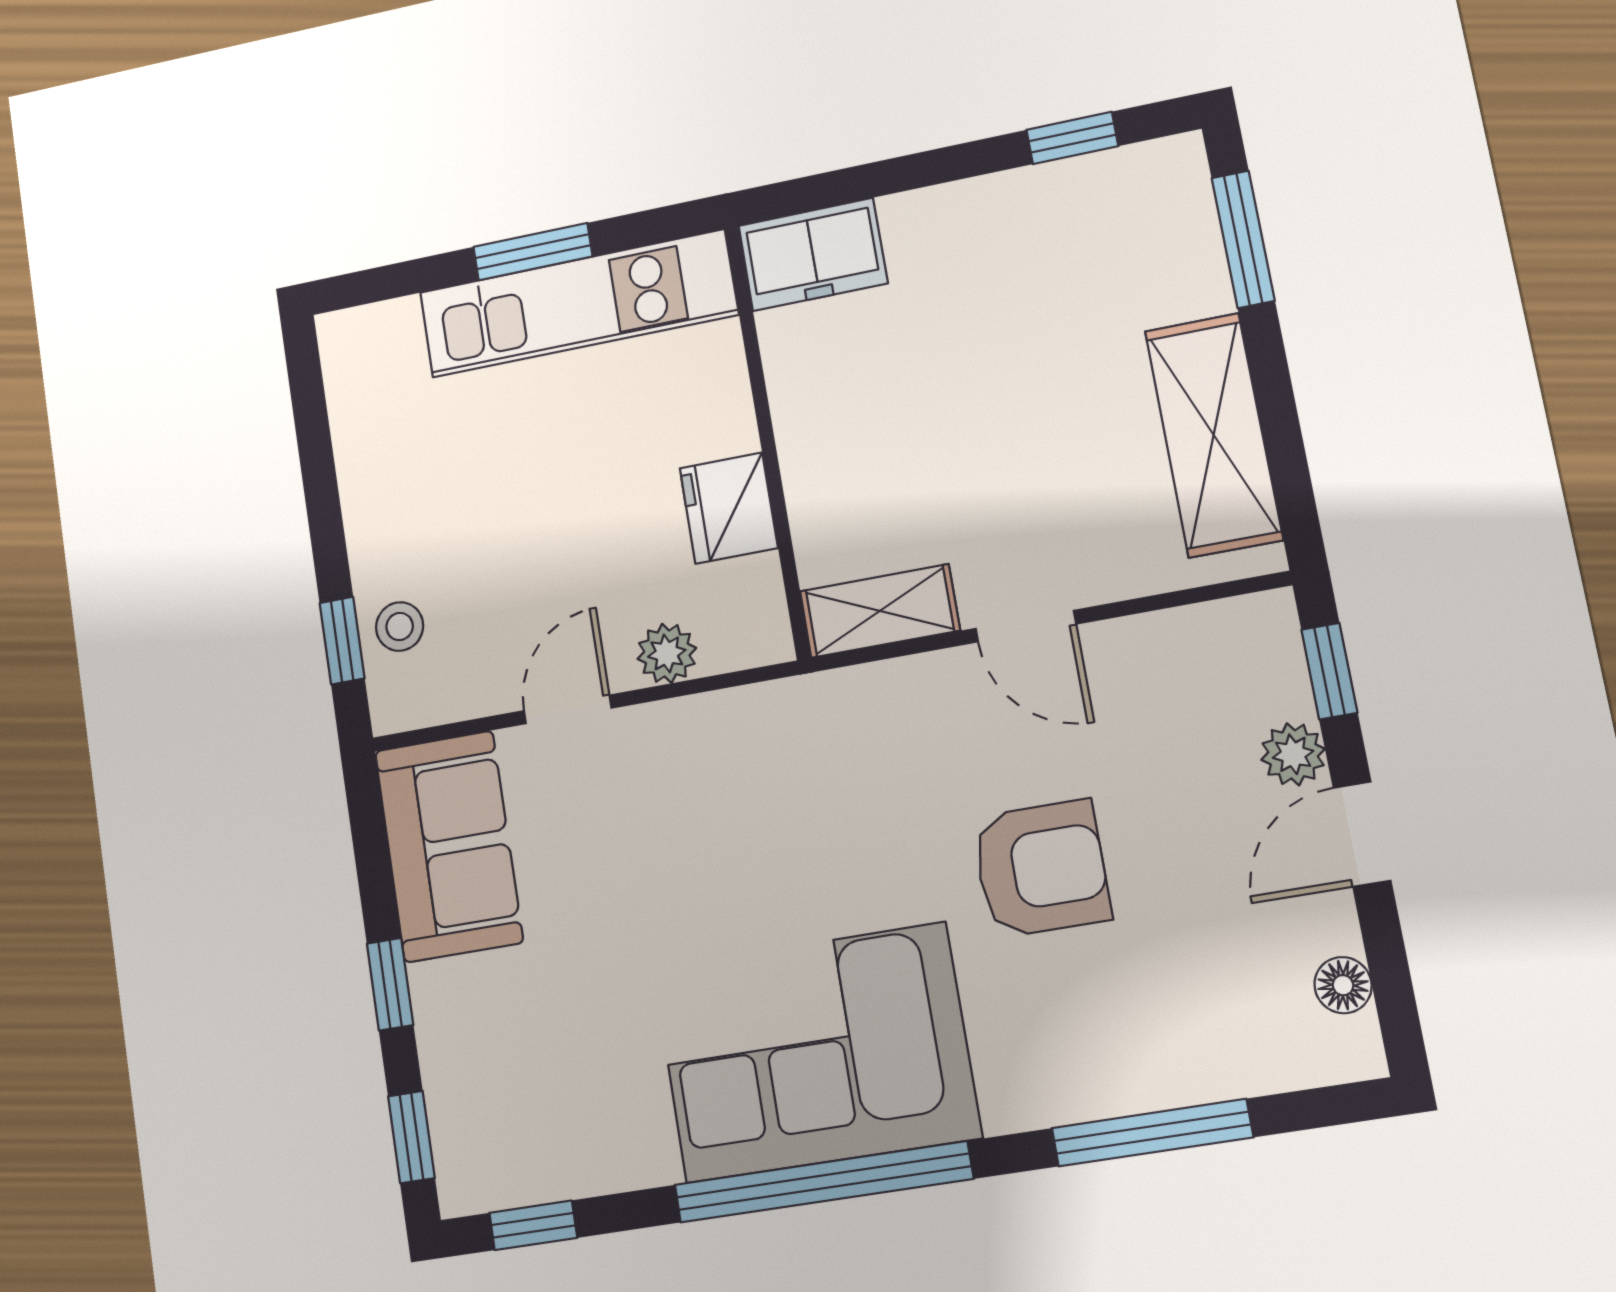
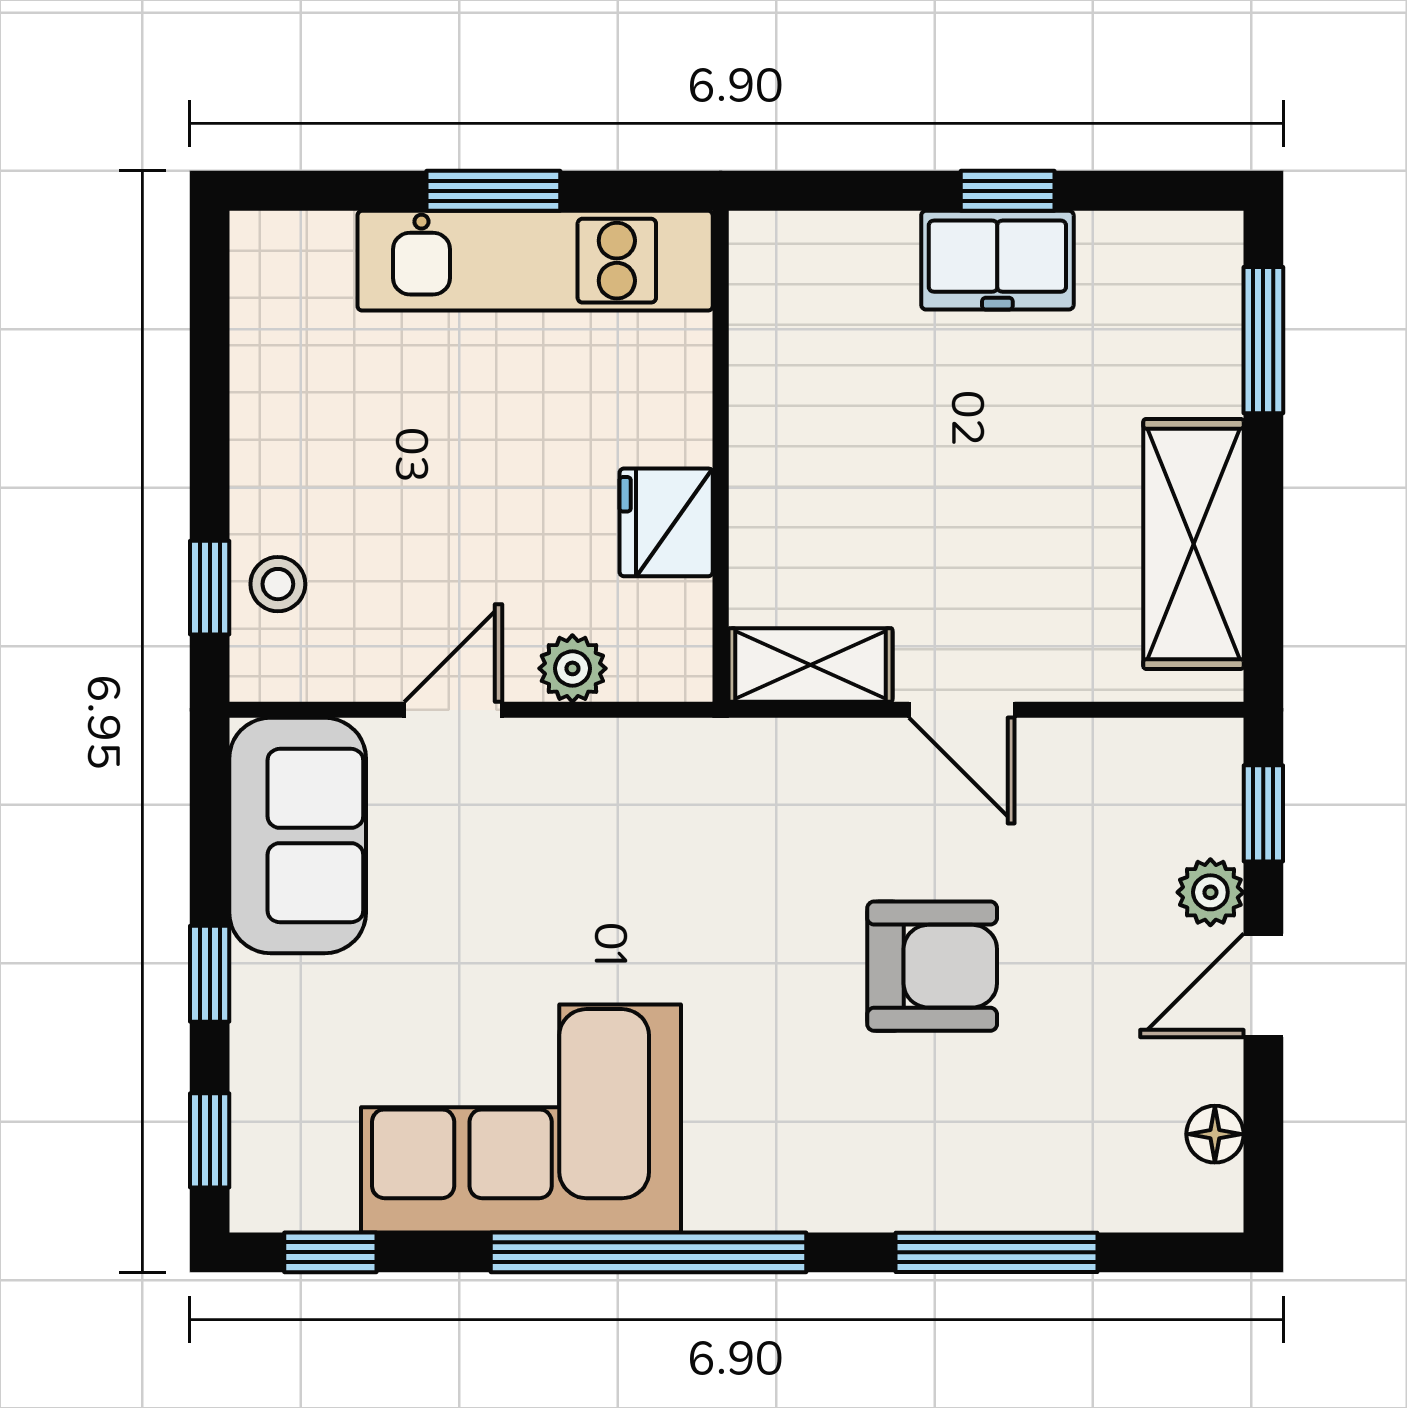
window: (1072, 138) -> (1008, 191), moved
freezer: (813, 254) -> (997, 260), moved
corner sofa: (816, 1053) -> (521, 1118), moved

